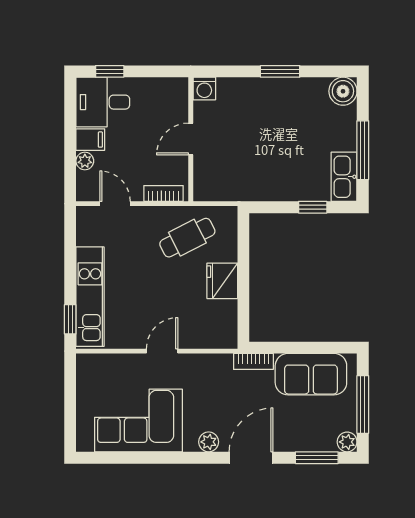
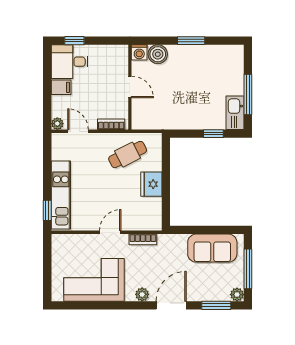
boiler: (343, 91) -> (158, 54), moved
door: (191, 139) -> (130, 87), swing flipped
plant: (85, 161) -> (57, 124), moved
bookcase: (253, 361) -> (143, 239), moved

